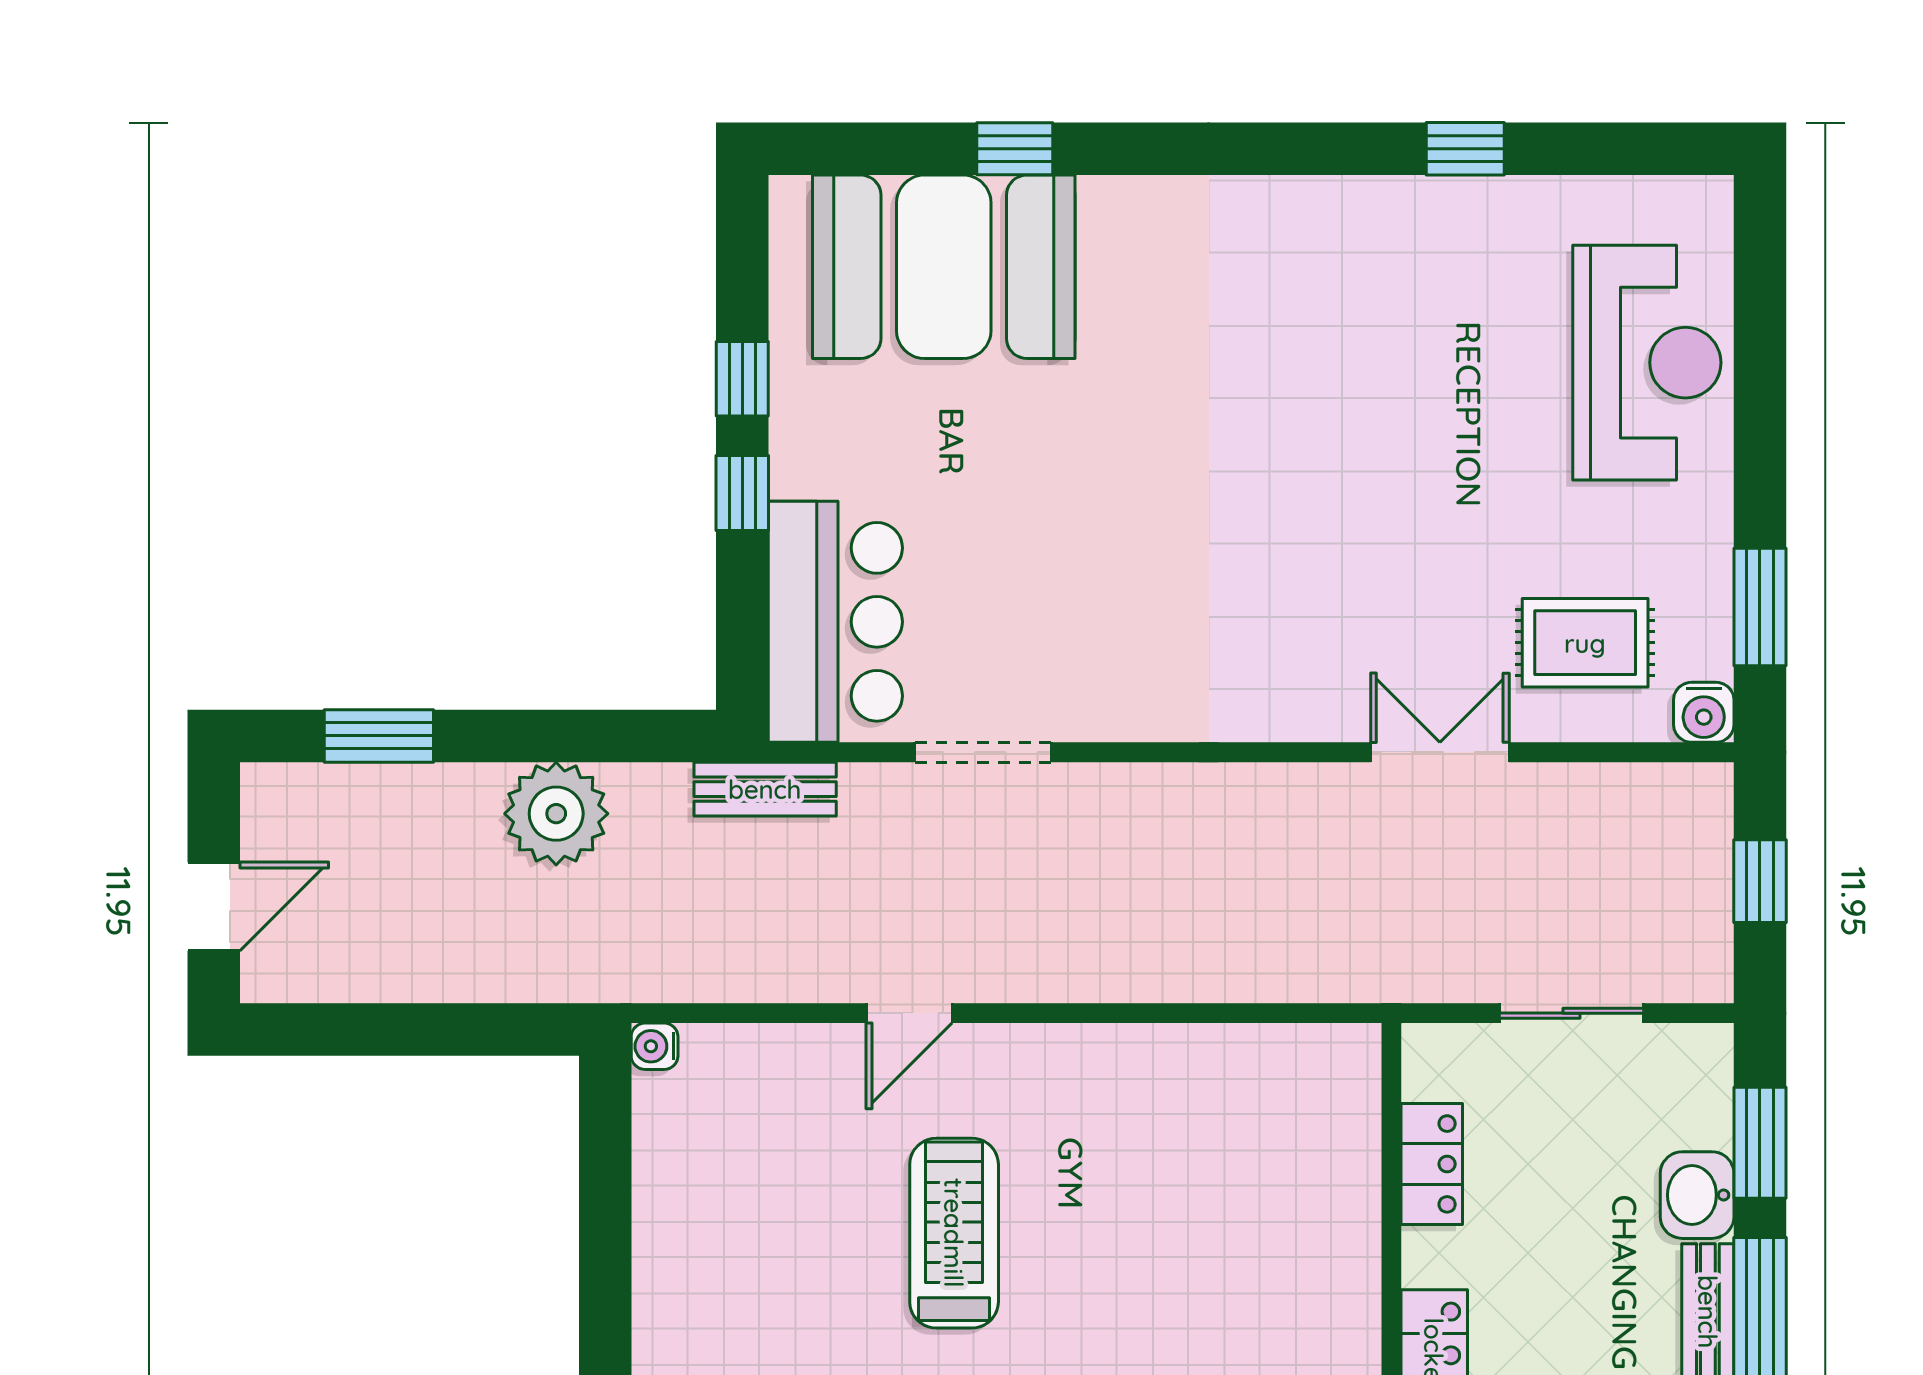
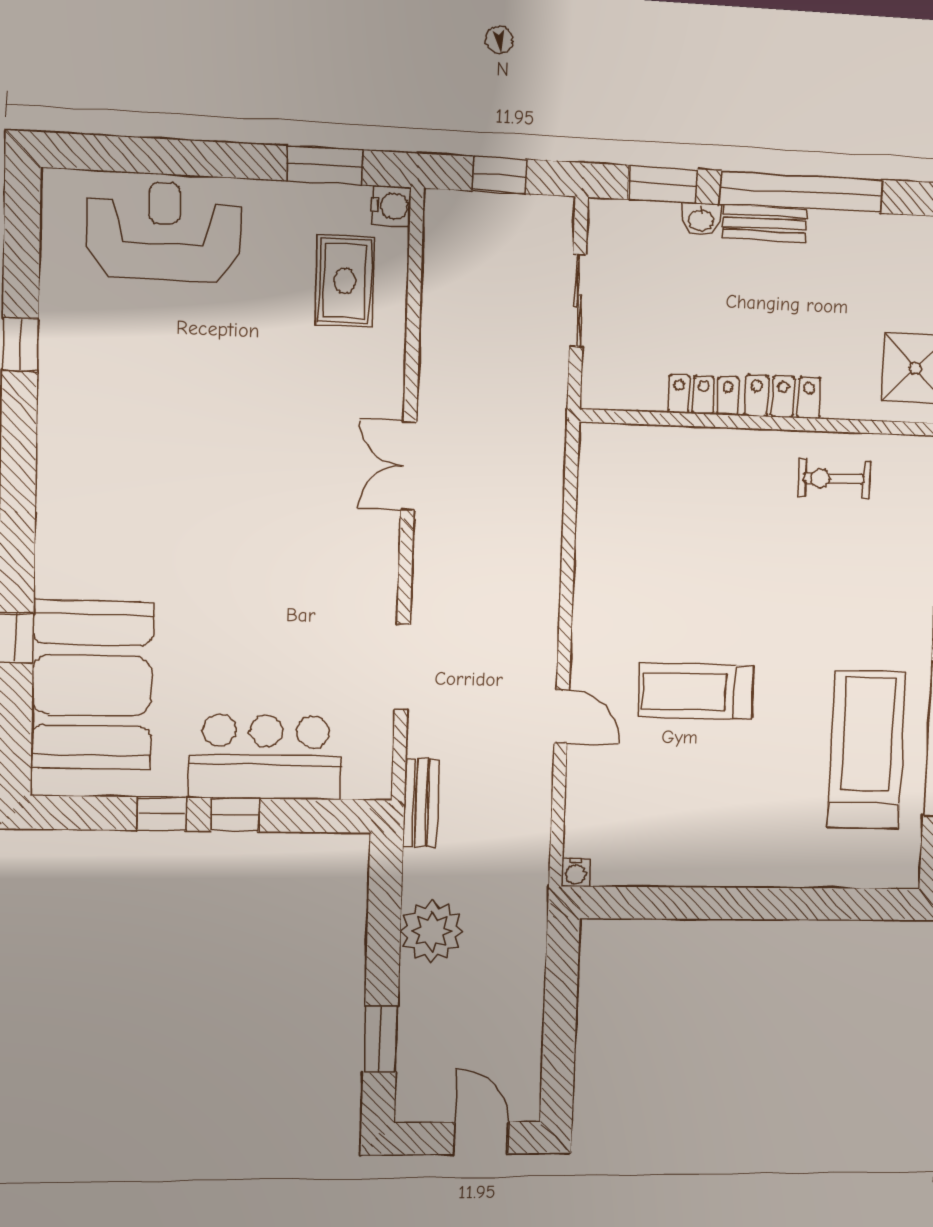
bar counter: (835, 622) -> (266, 757), moved
double door: (1440, 752) -> (409, 466), moved
locker: (1432, 1164) -> (703, 395), moved
washbasin: (1697, 1195) -> (701, 219), width x0.72, depth x0.69

